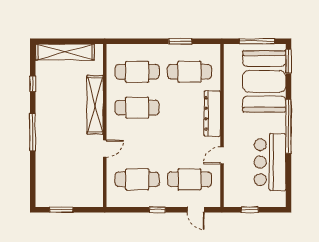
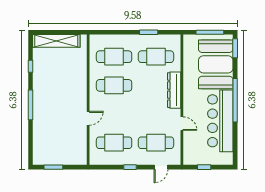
shelving: (95, 105) -> (80, 83), removed
door: (222, 155) -> (182, 124), swing flipped
bar counter: (270, 162) -> (220, 121), width x1.36
door: (196, 210) -> (161, 167), hinge flipped

